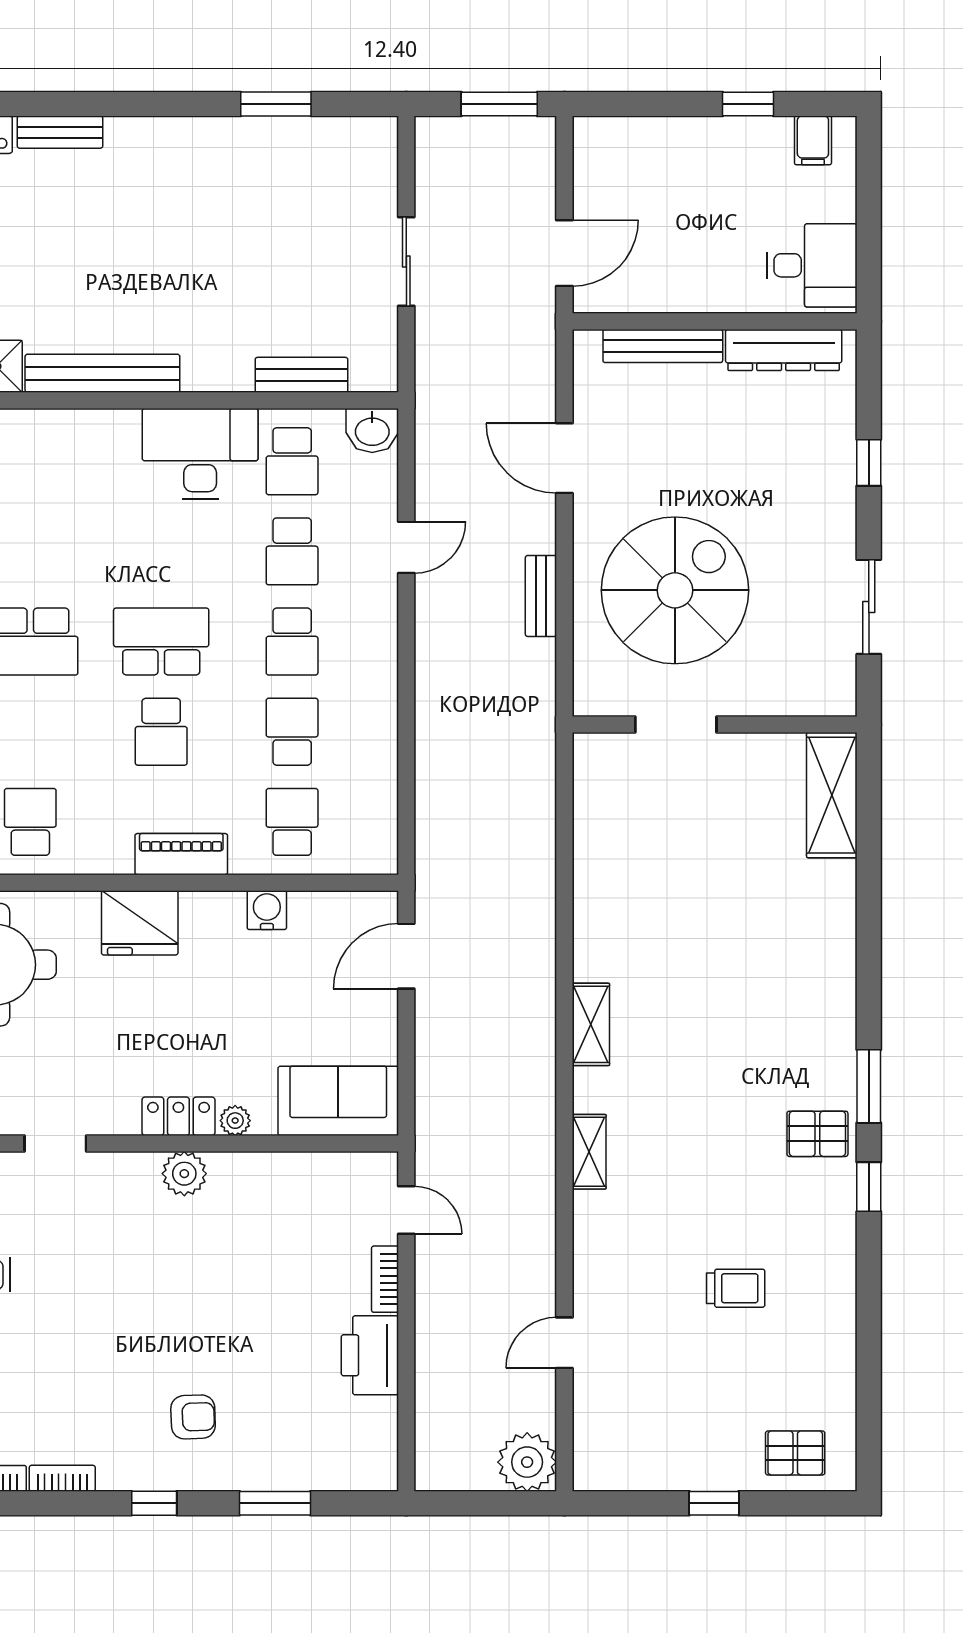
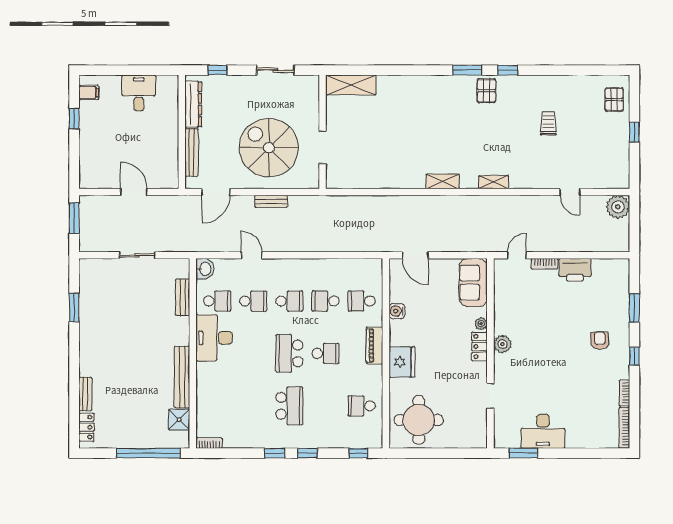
wall: (715, 321) -> (182, 132), moved
bench: (663, 346) -> (192, 153), moved
dresser: (784, 350) -> (193, 104), moved

